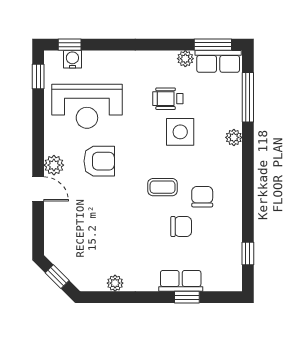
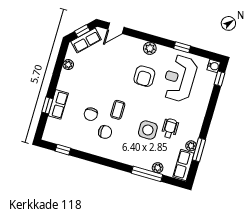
window: (213, 45) -> (199, 150), moved
water cooler: (72, 59) -> (214, 66), moved
window: (38, 76) -> (182, 47), moved
window: (248, 97) -> (147, 174), moved
plant: (234, 137) -> (158, 168), moved
door: (38, 189) -> (116, 28), moved
row of seats: (70, 266) -> (86, 40), added

